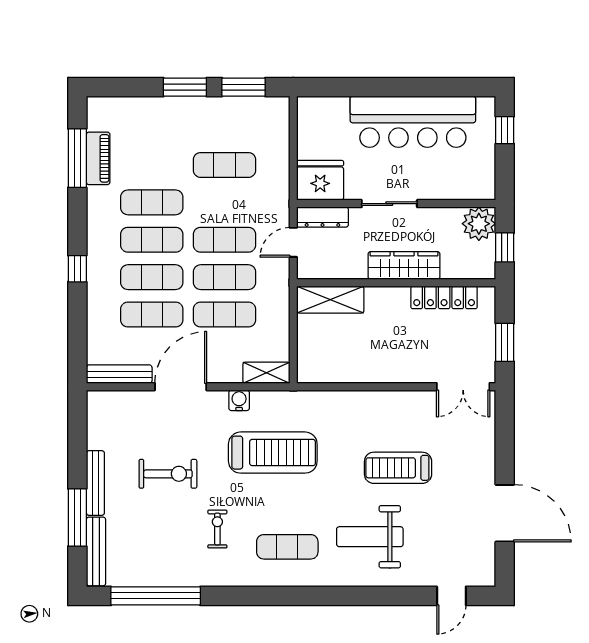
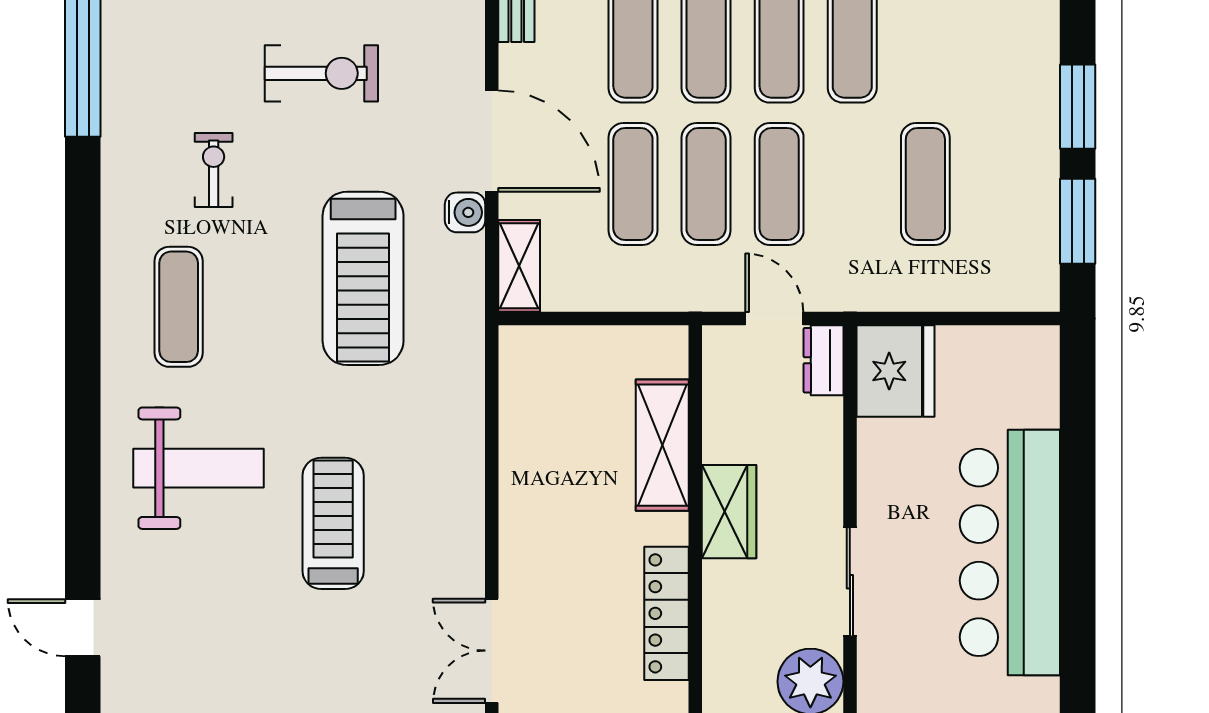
sliding door: (389, 204) -> (850, 582), moved
dresser: (322, 217) -> (823, 360), width x0.70
wardrobe: (404, 265) -> (729, 512), width x0.67
shelving: (330, 300) -> (662, 445), moved
door: (181, 387) -> (492, 141), moved
exercise bike: (168, 474) -> (321, 73), turned -90
exercise bike: (217, 529) -> (214, 170), turned -90
weight bench: (370, 537) -> (198, 468), turned 90

